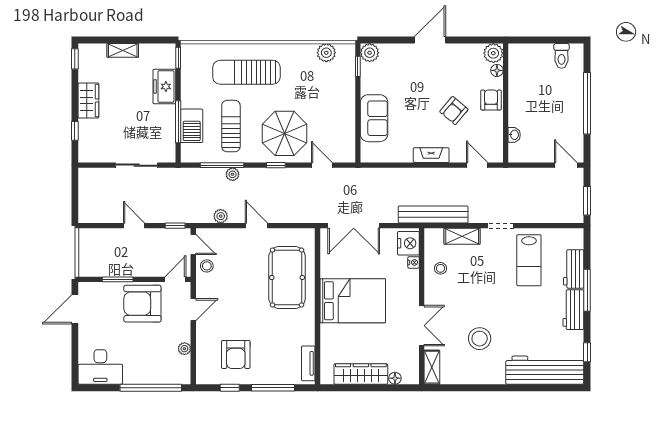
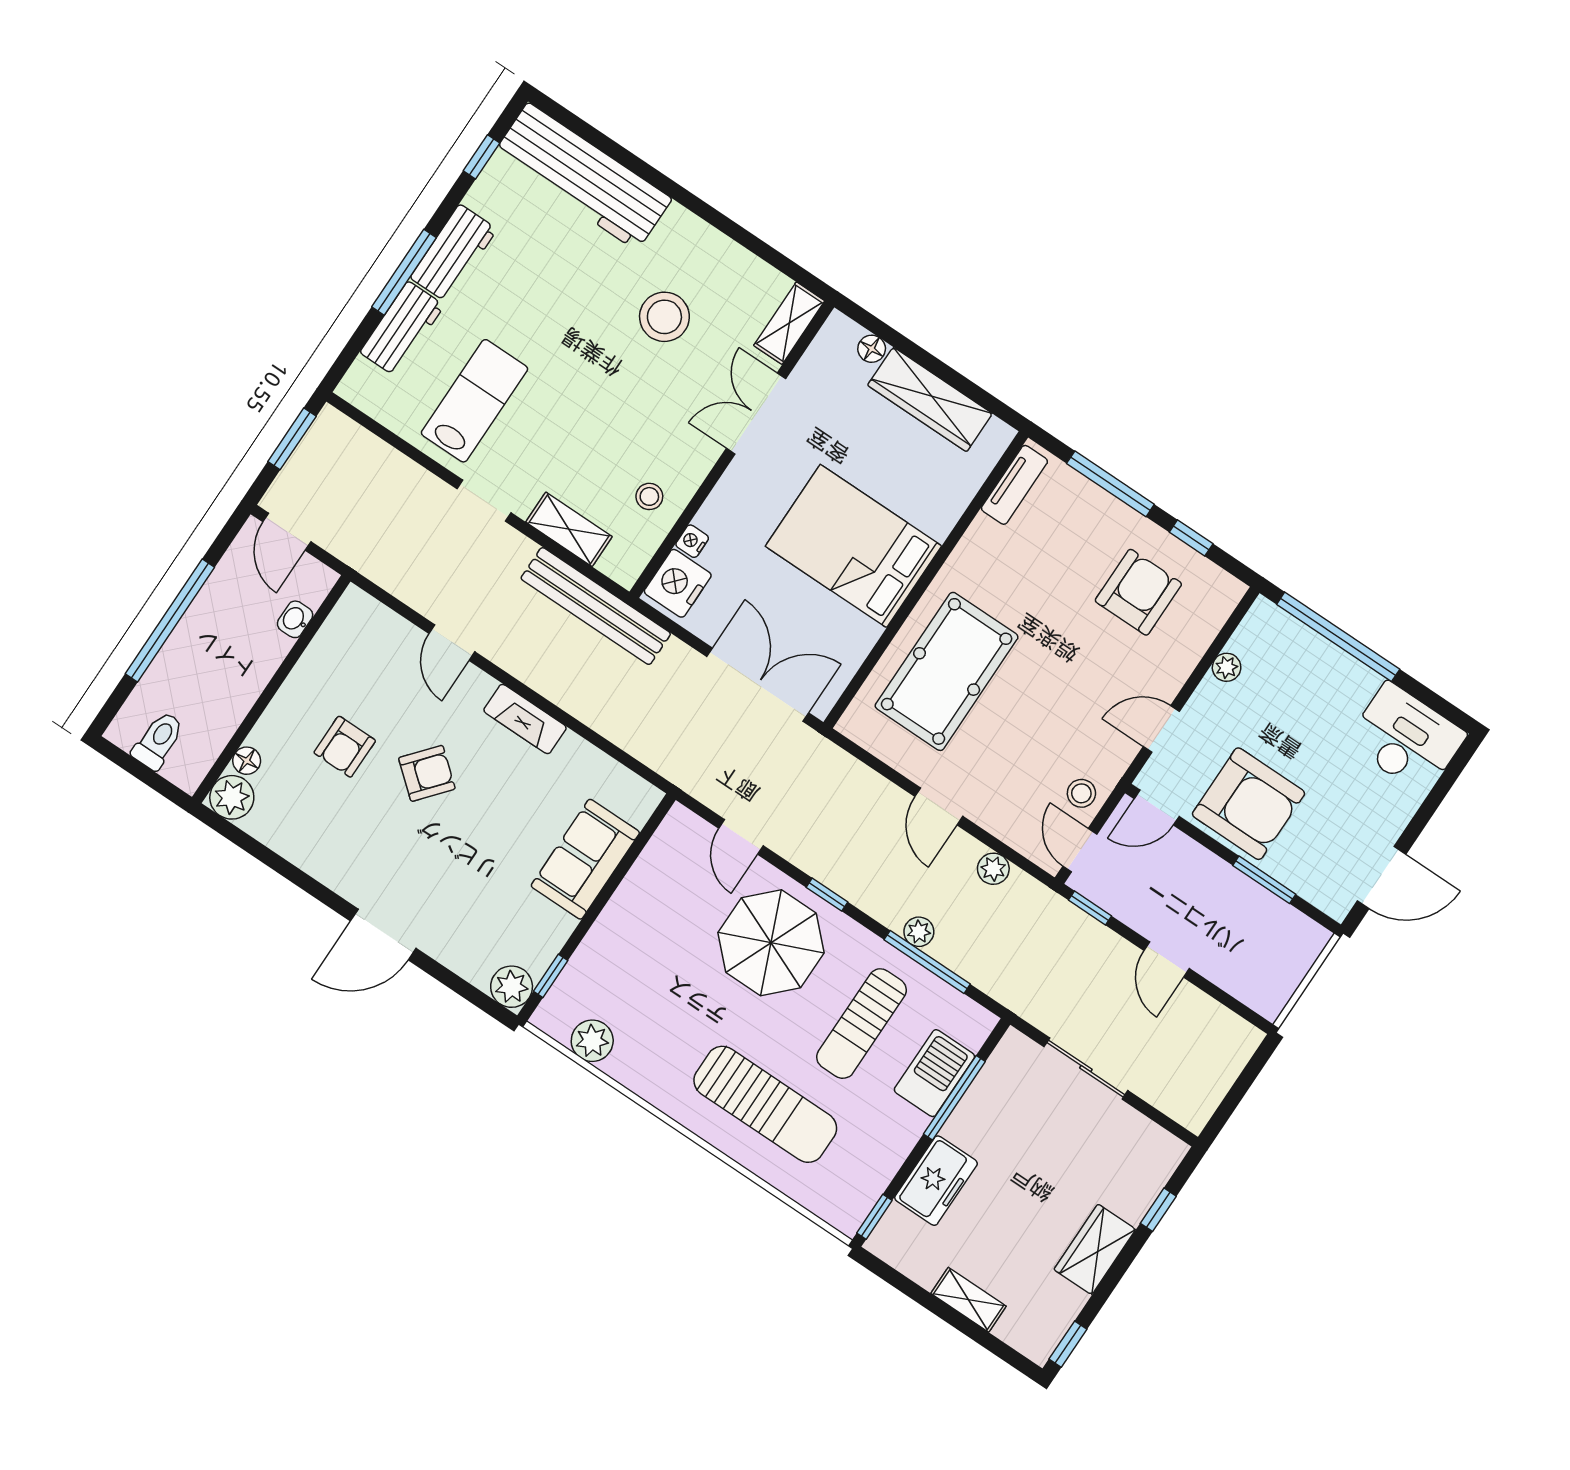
plant: (493, 53) -> (232, 797), moved
floor lamp: (497, 70) -> (247, 761), moved
wall: (506, 103) -> (271, 689), moved
washbasin: (514, 135) -> (295, 619), moved

